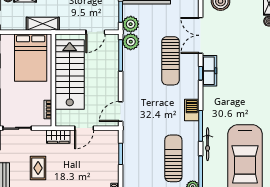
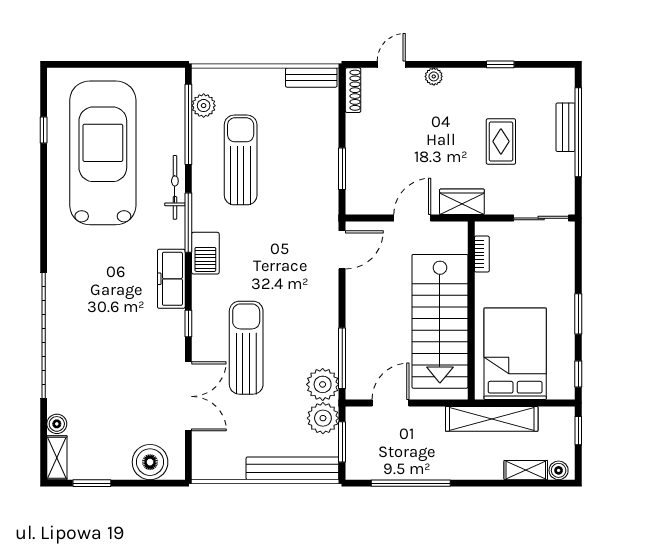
shelving: (43, 24) -> (492, 419), width x1.47
freezer: (209, 71) -> (171, 279), moved
sun lounger: (173, 158) -> (241, 160), turned 180

